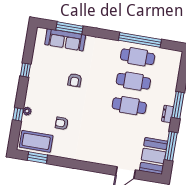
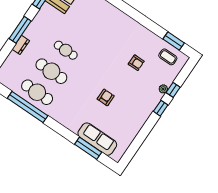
window: (25, 70) -> (161, 108), moved
cafe table: (129, 106) -> (66, 50), width x0.73, depth x0.74
dresser: (167, 114) -> (21, 45), moved
coffee table: (36, 141) -> (168, 57), width x0.54, depth x0.58

